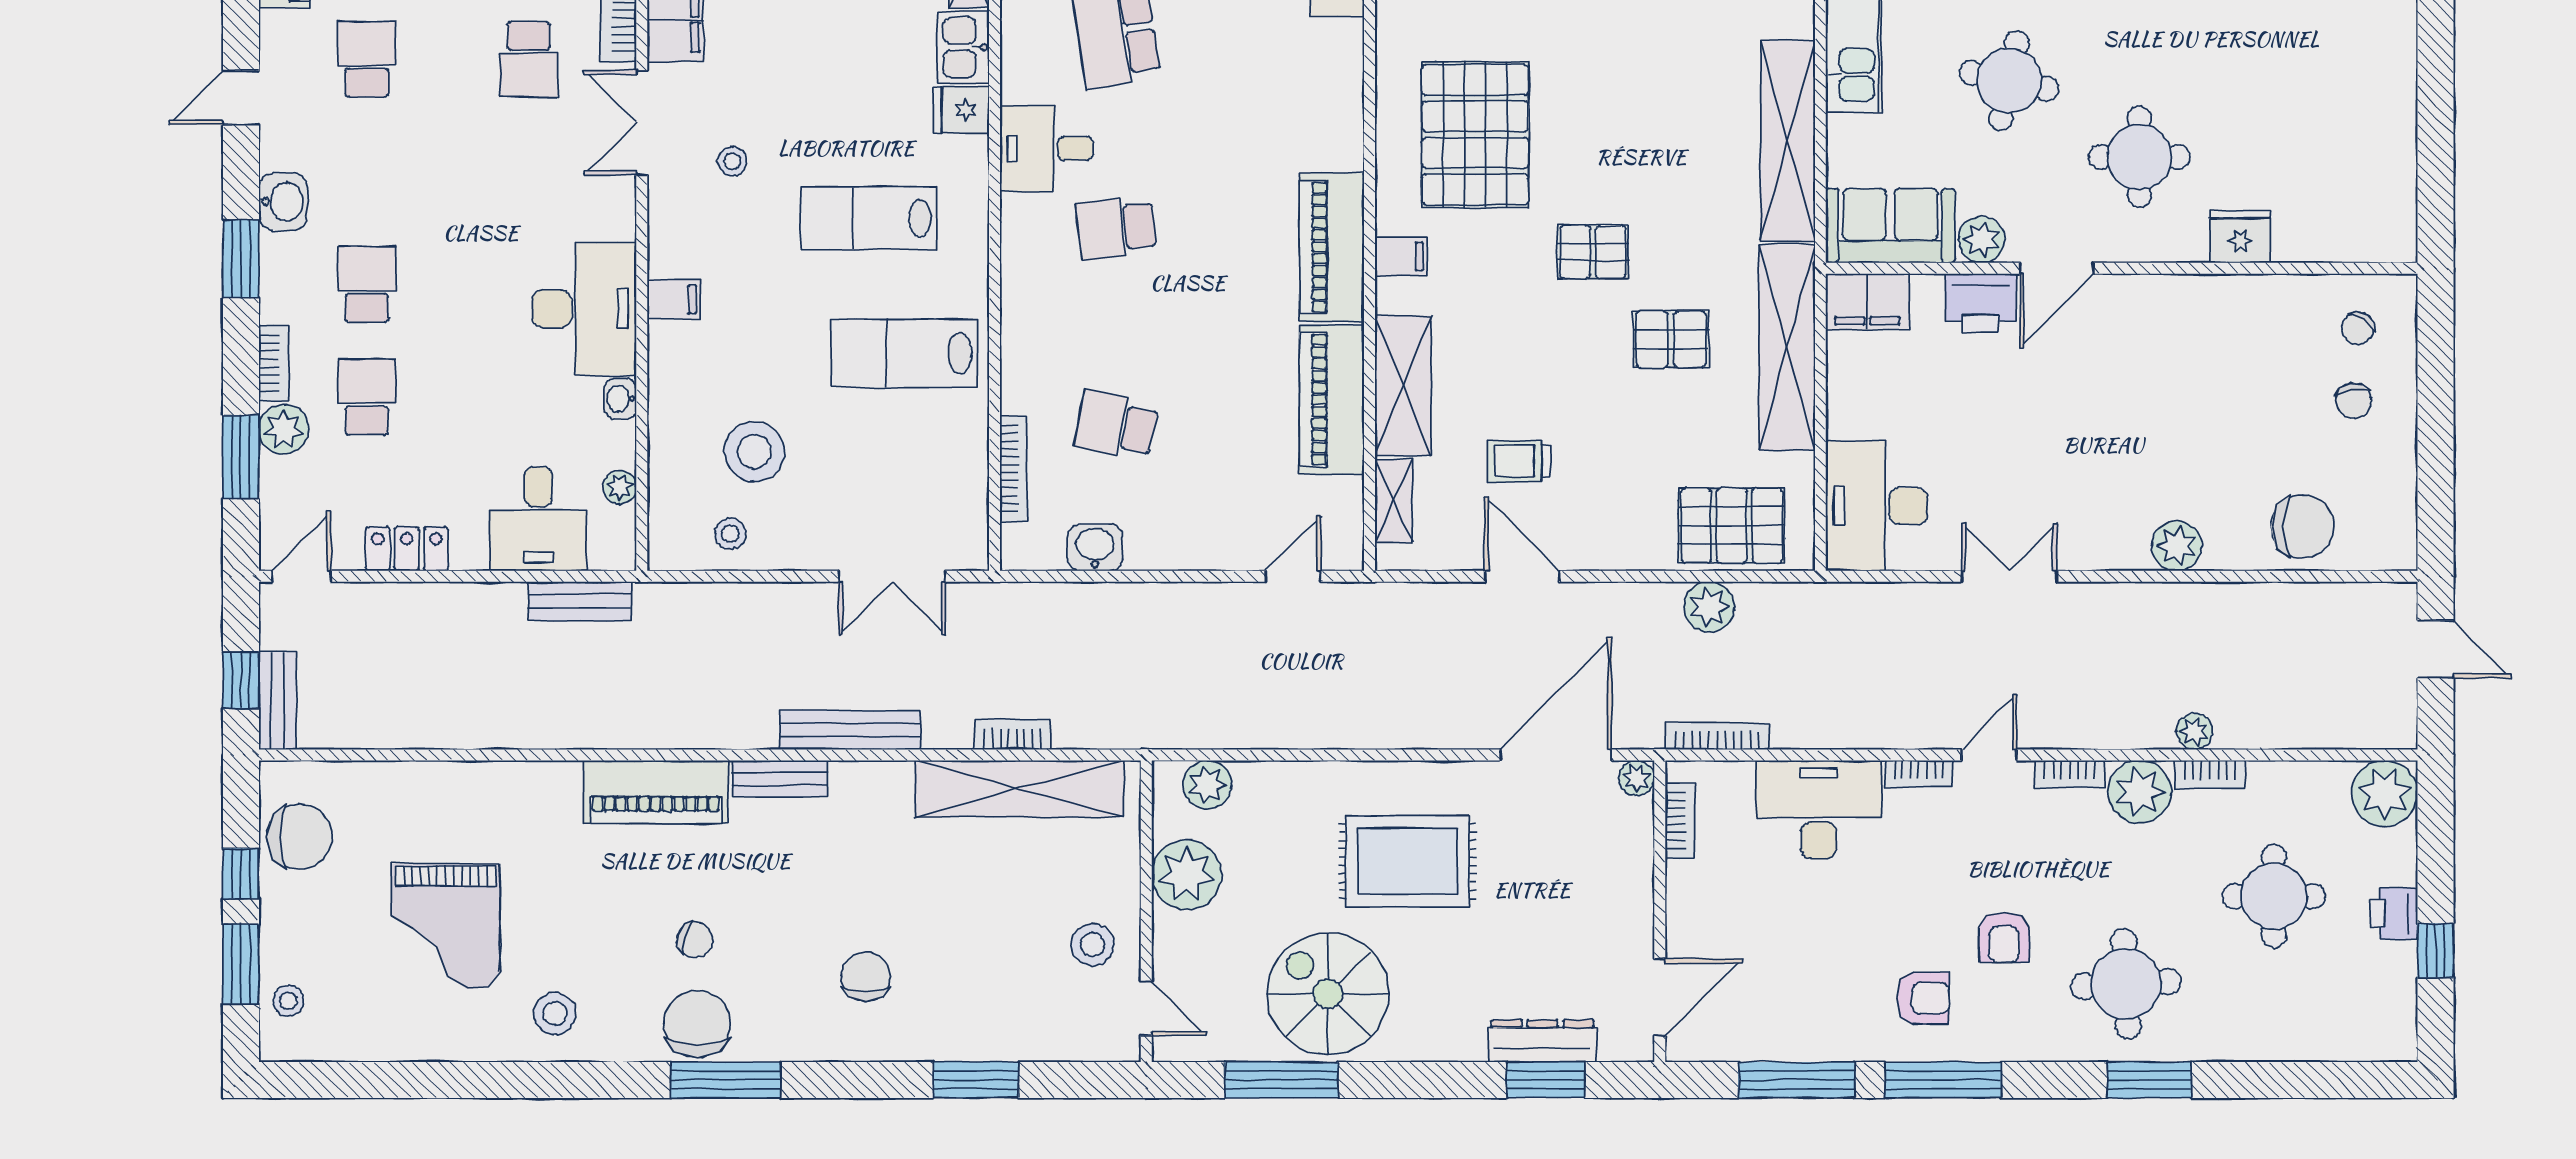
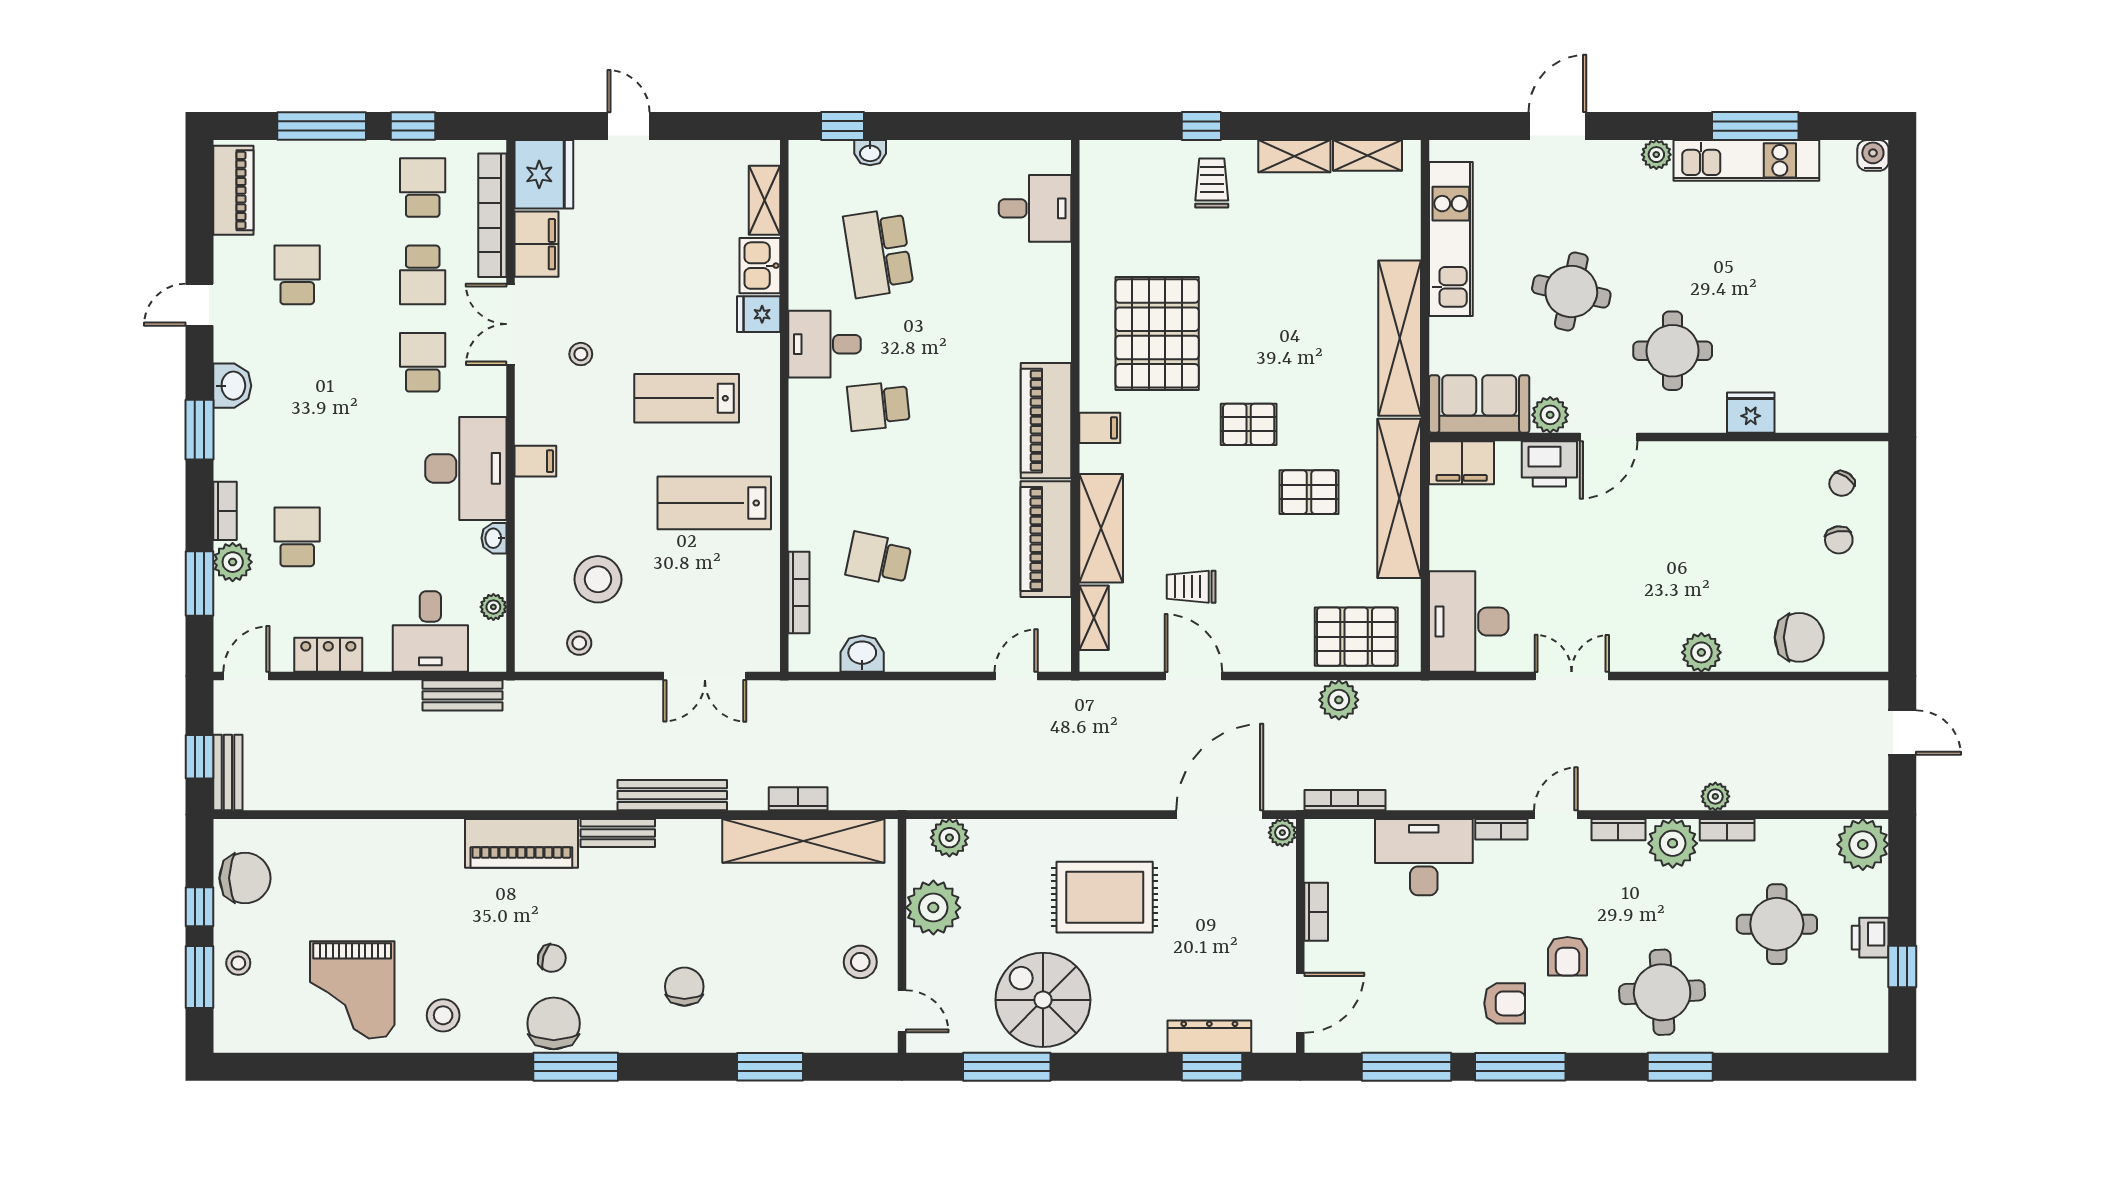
school desk: (367, 284) -> (423, 362), moved
bookcase: (1680, 820) -> (1316, 912), moved
grand piano: (445, 926) -> (352, 990), moved
stool: (288, 1001) -> (238, 963), moved

